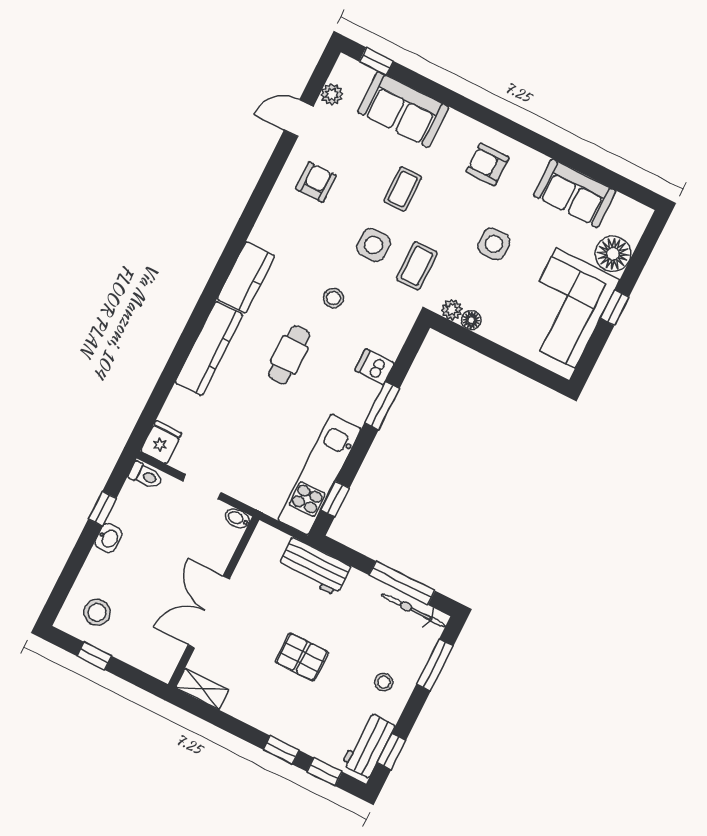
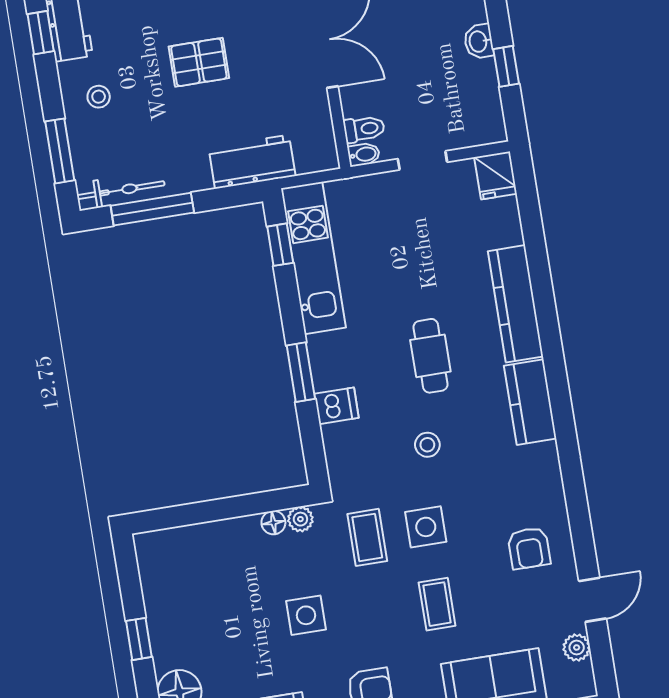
corner sofa: (566, 308) -> (188, 603), removed
toilet: (146, 476) -> (364, 129), moved, turned 180

